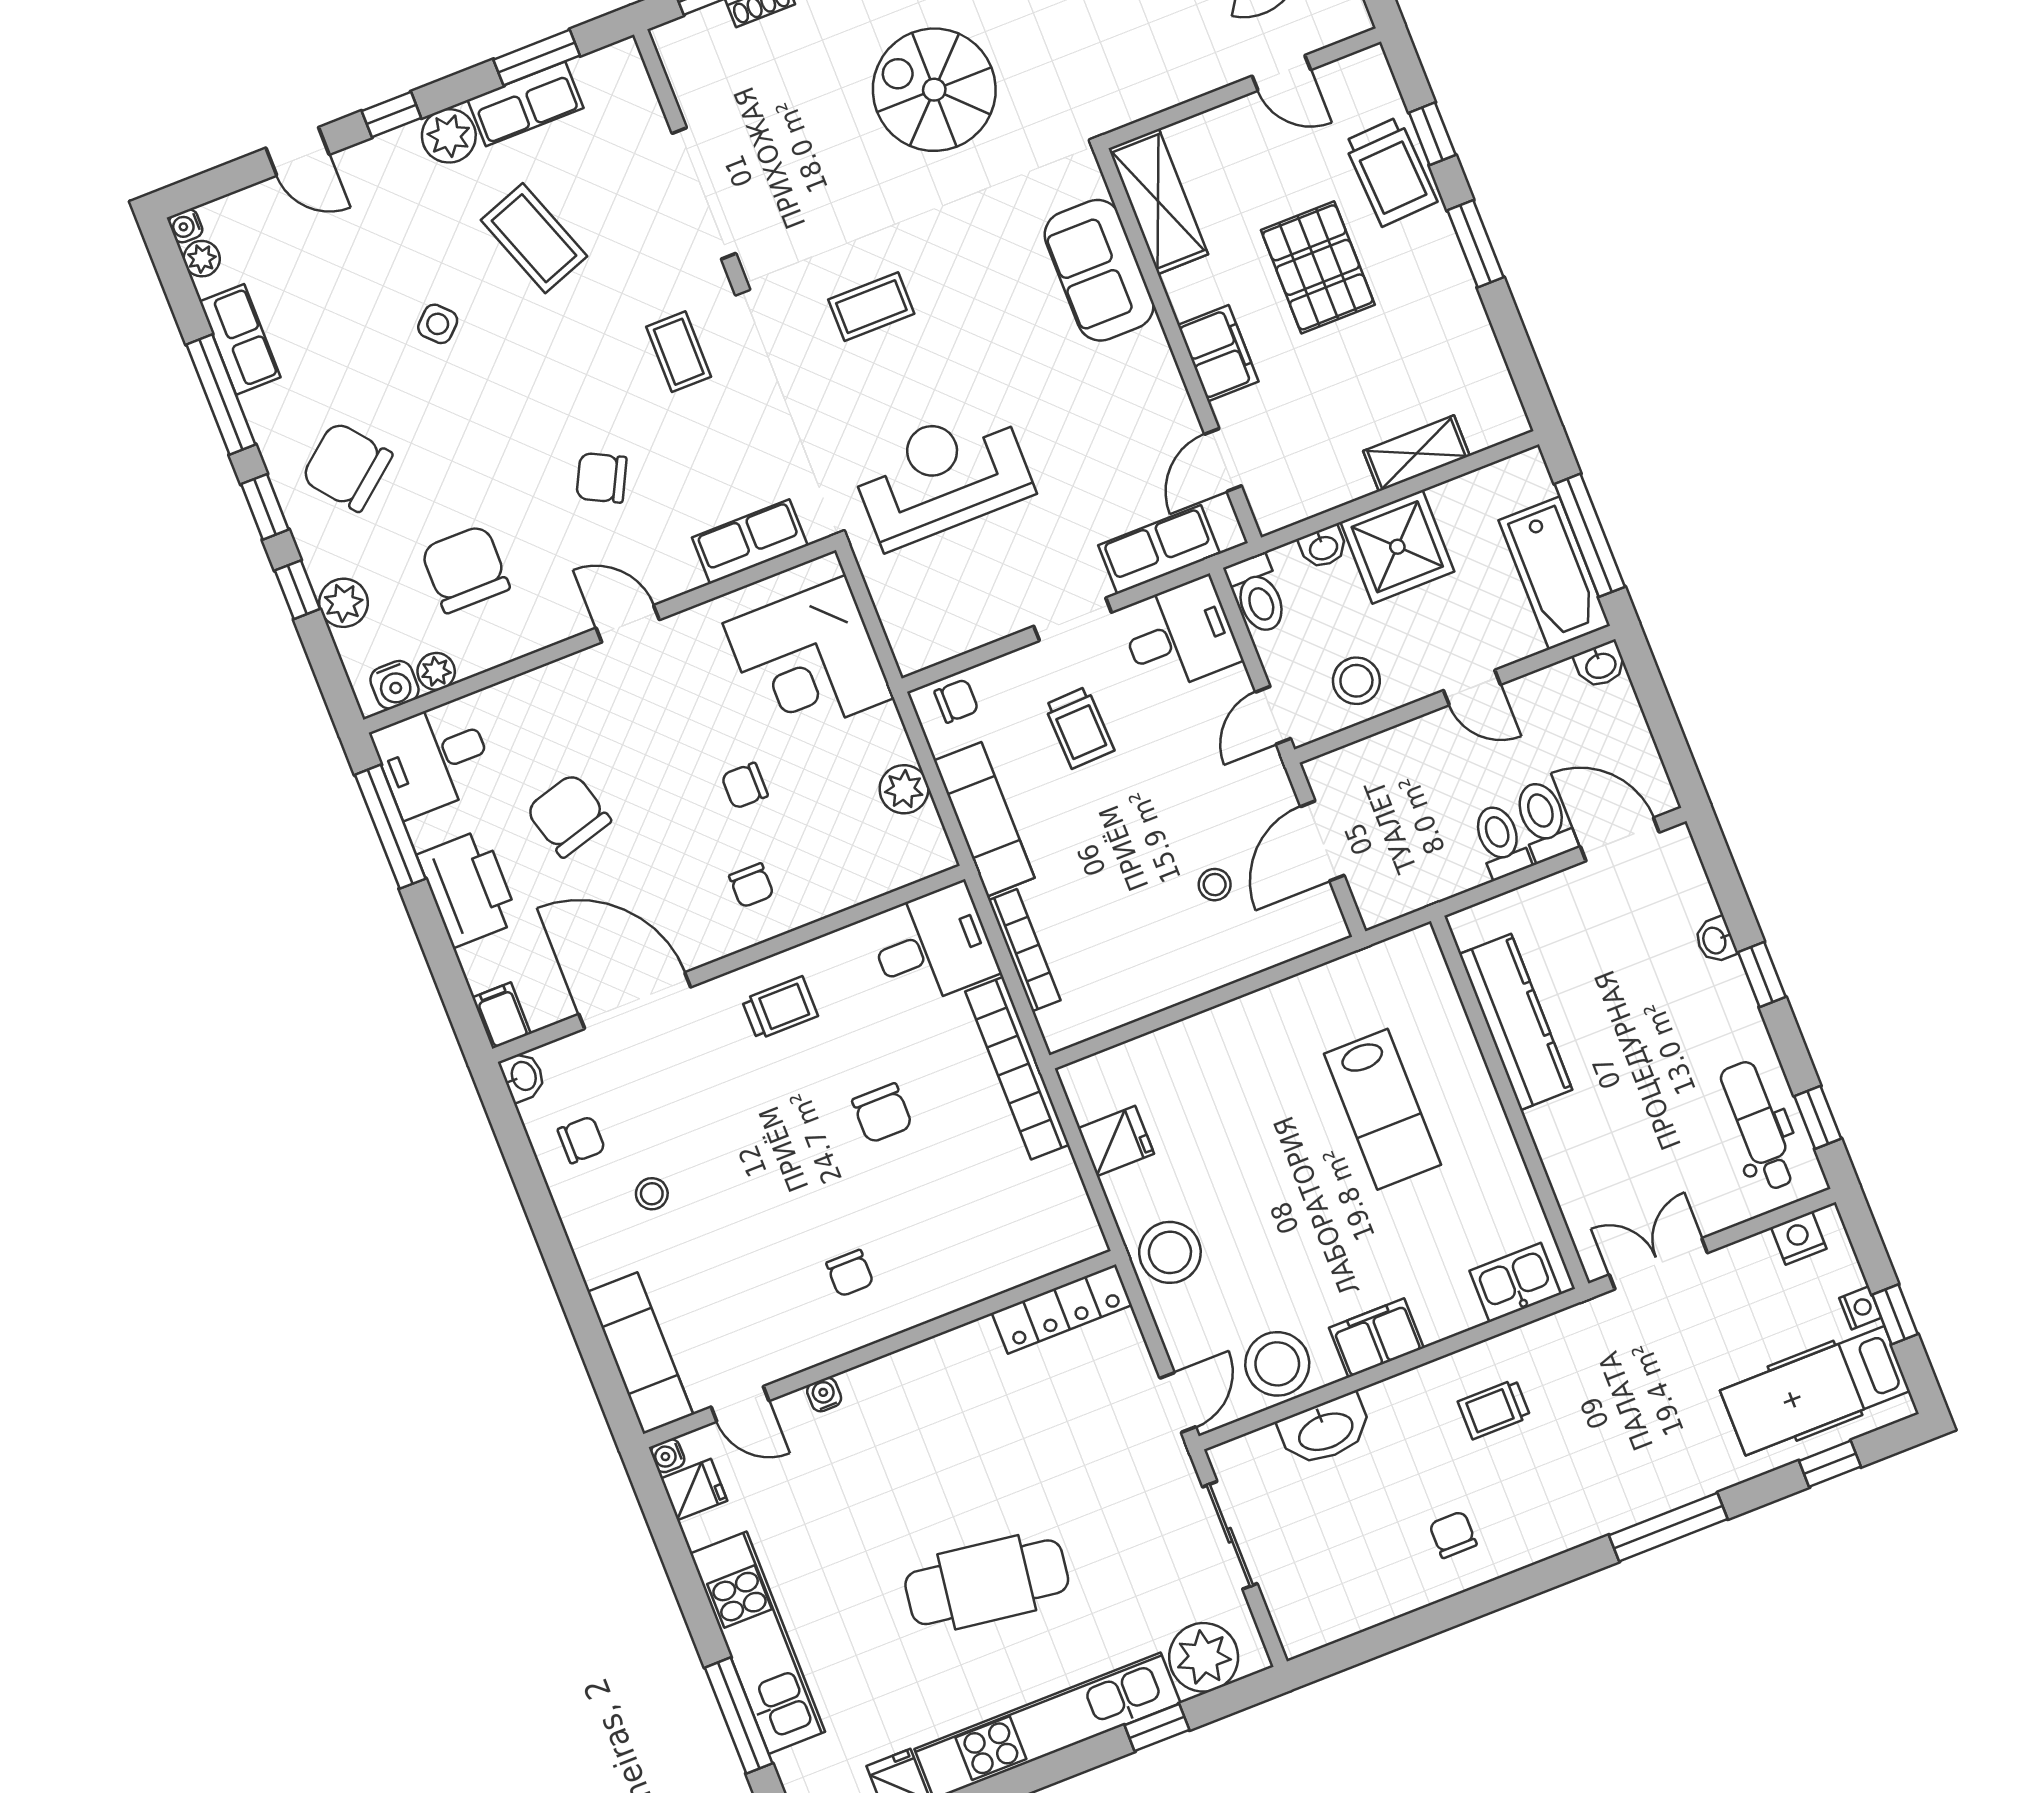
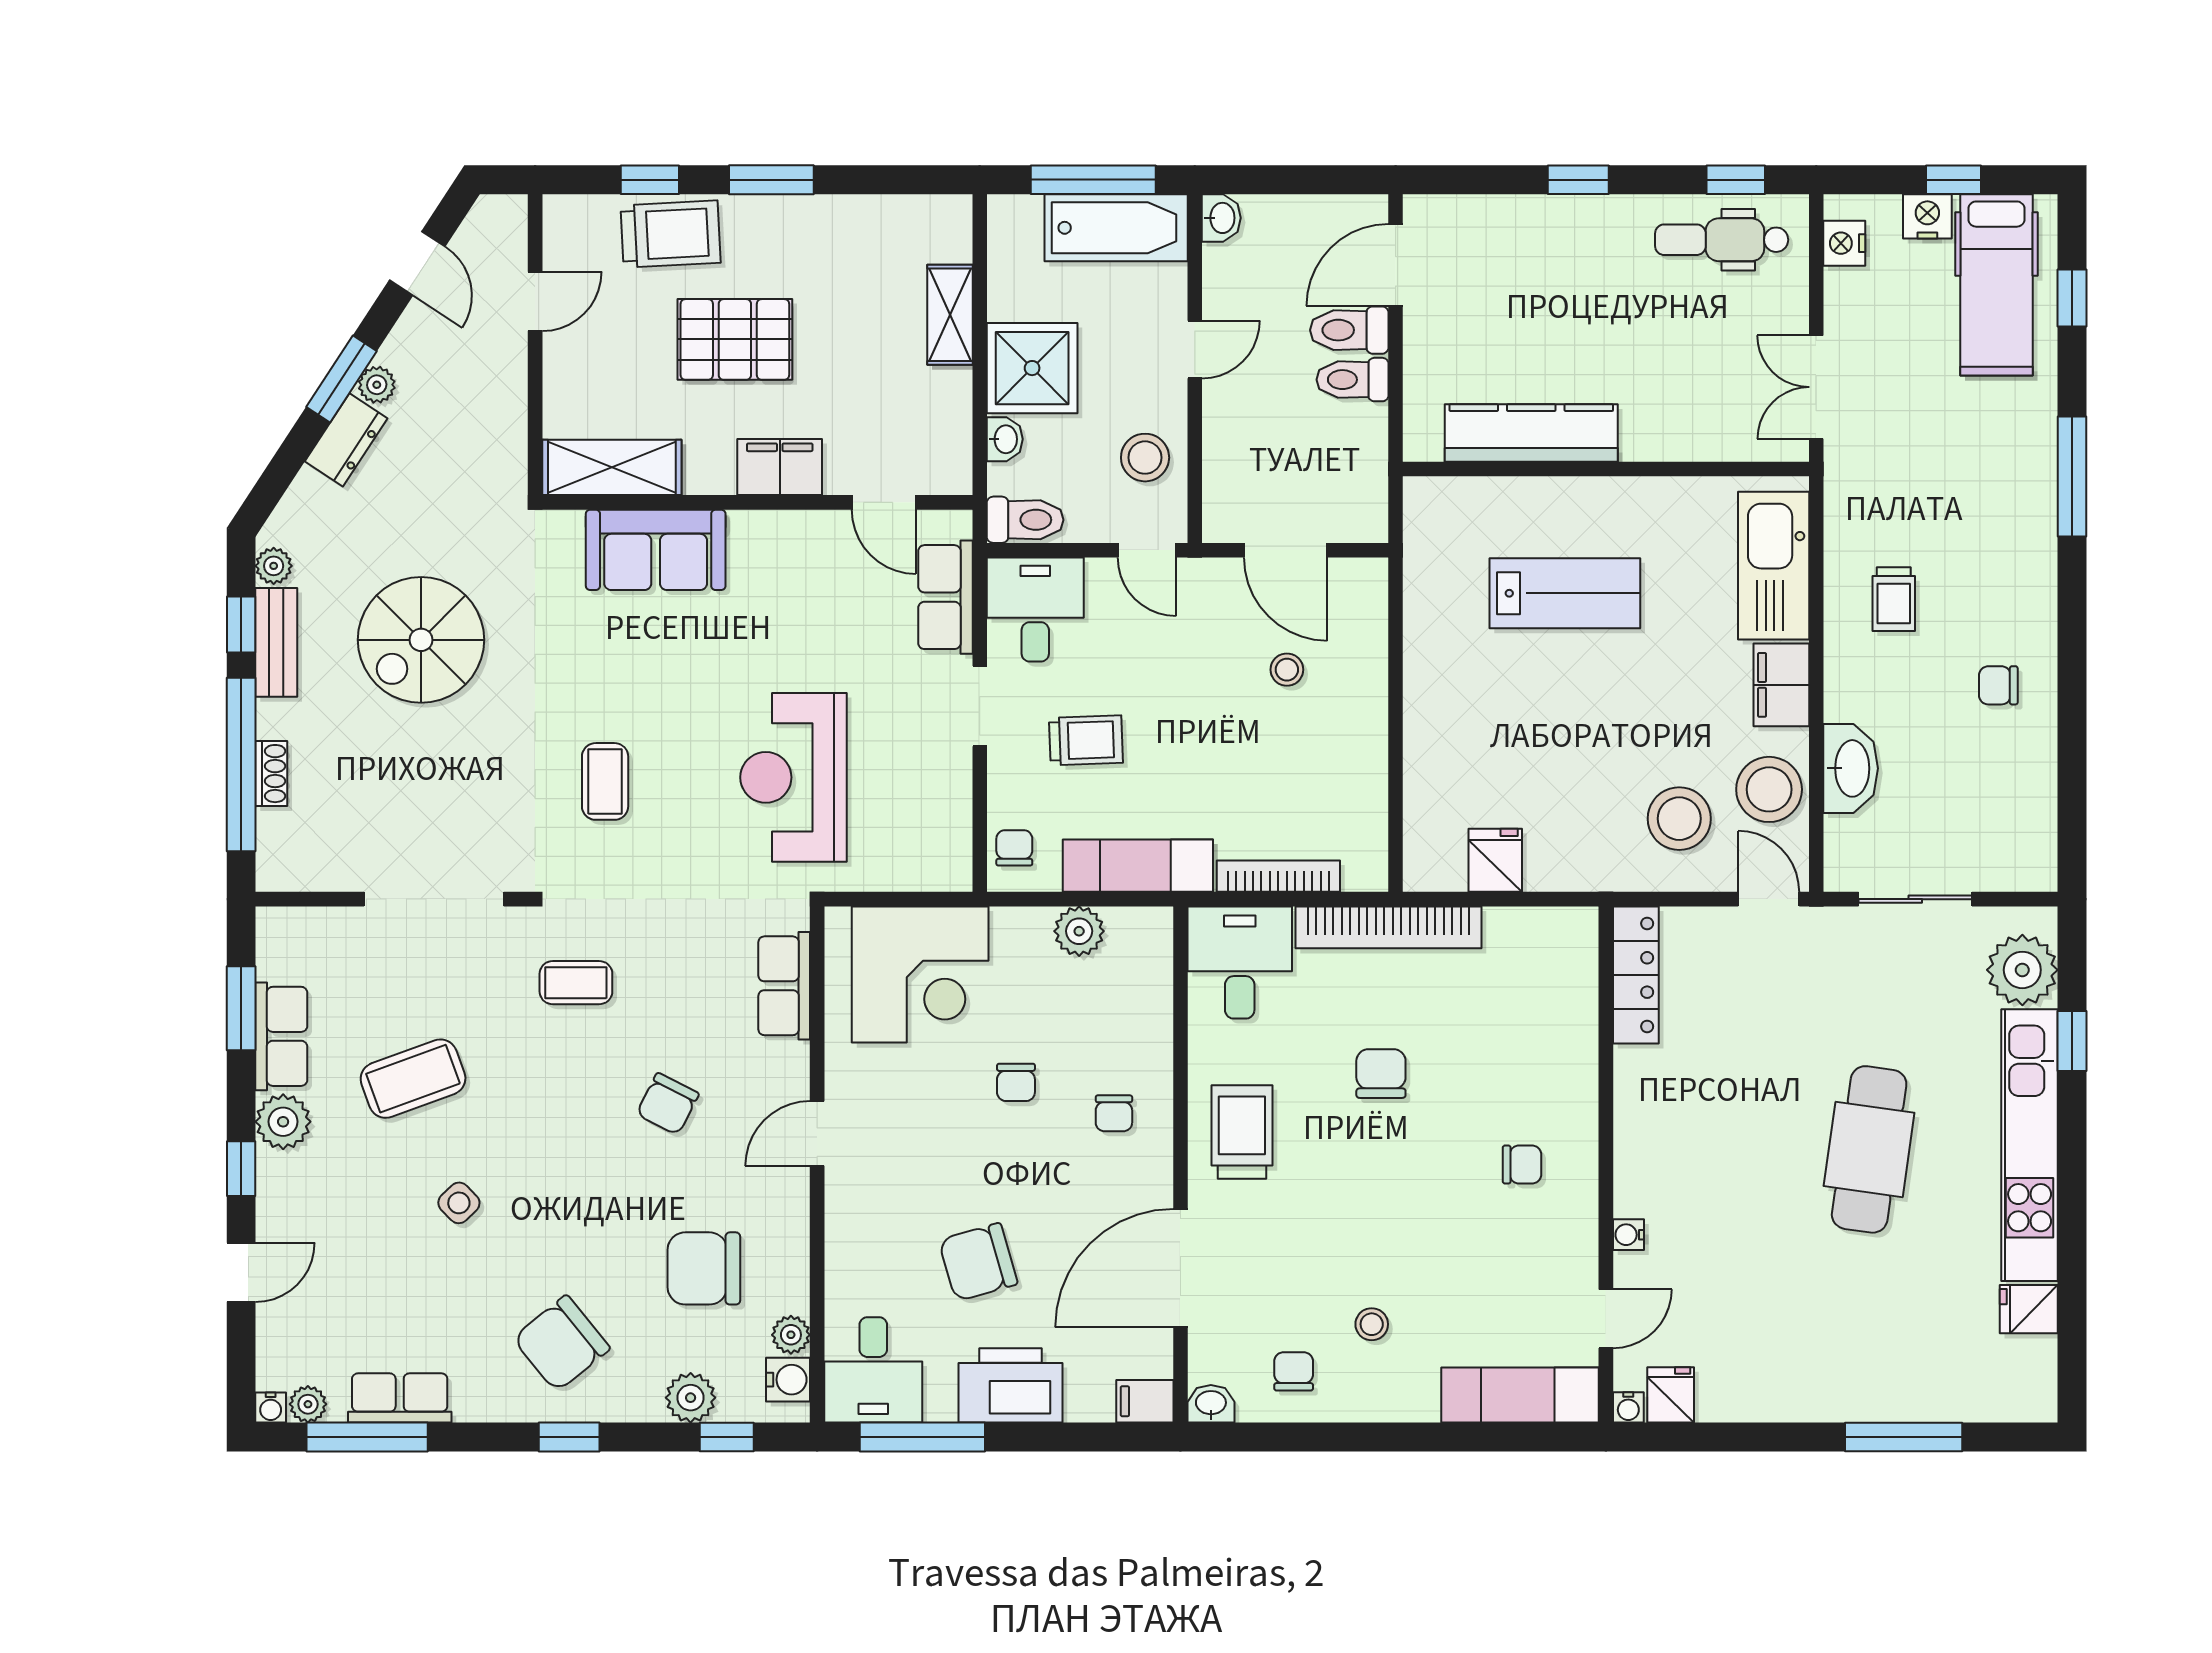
window: (221, 395) -> (367, 1437), moved
window: (297, 590) -> (727, 1437), moved
chair: (751, 885) -> (1114, 1113), turned 90
washbasin: (1715, 940) -> (1528, 211), removed
trolley: (780, 1008) -> (1242, 1132), width x1.36, depth x1.39
chair: (882, 1113) -> (1381, 1074), turned -90
stool: (1170, 1252) -> (1679, 819), moved
kitchen sink: (1515, 1282) -> (1774, 566), width x1.88, depth x1.24
nightstand: (1860, 1308) -> (1927, 216), width x1.39, depth x1.35
kitchen unit: (758, 1643) -> (1841, 1391), removed

